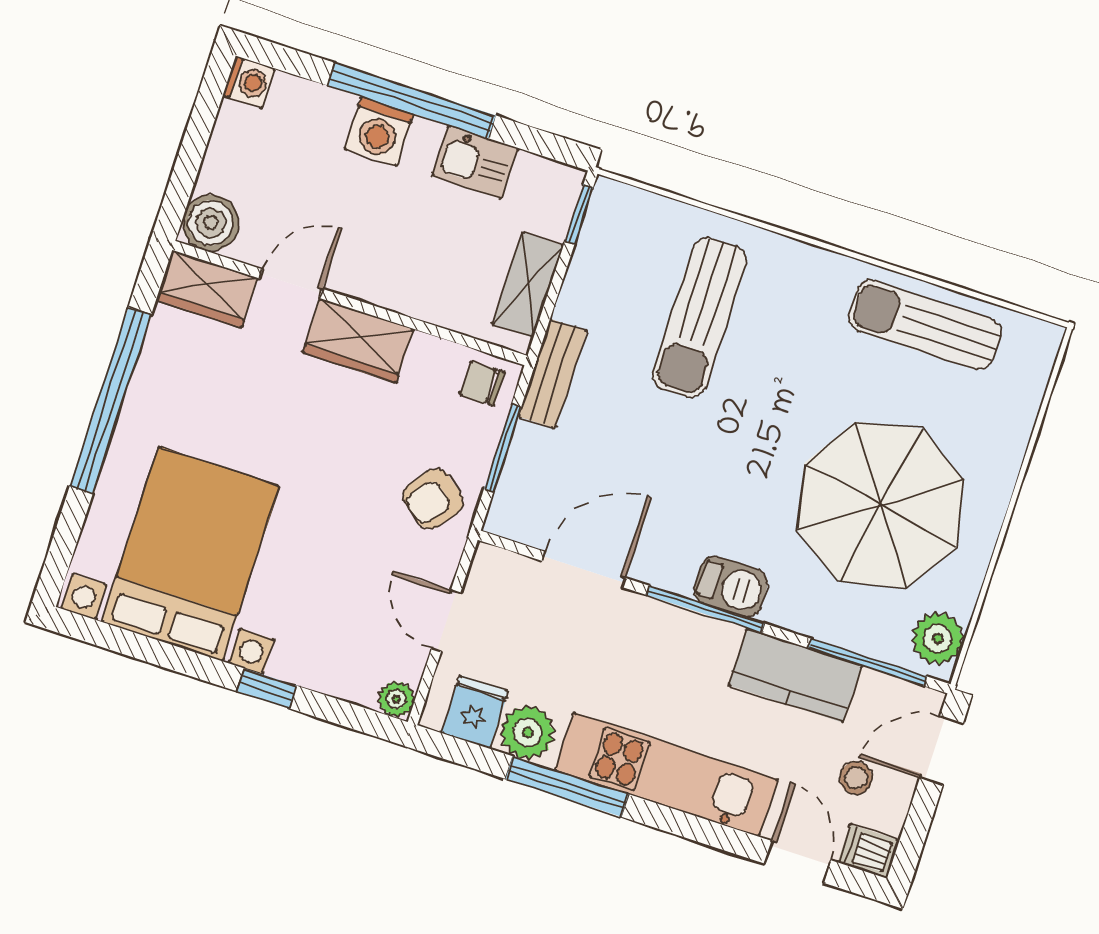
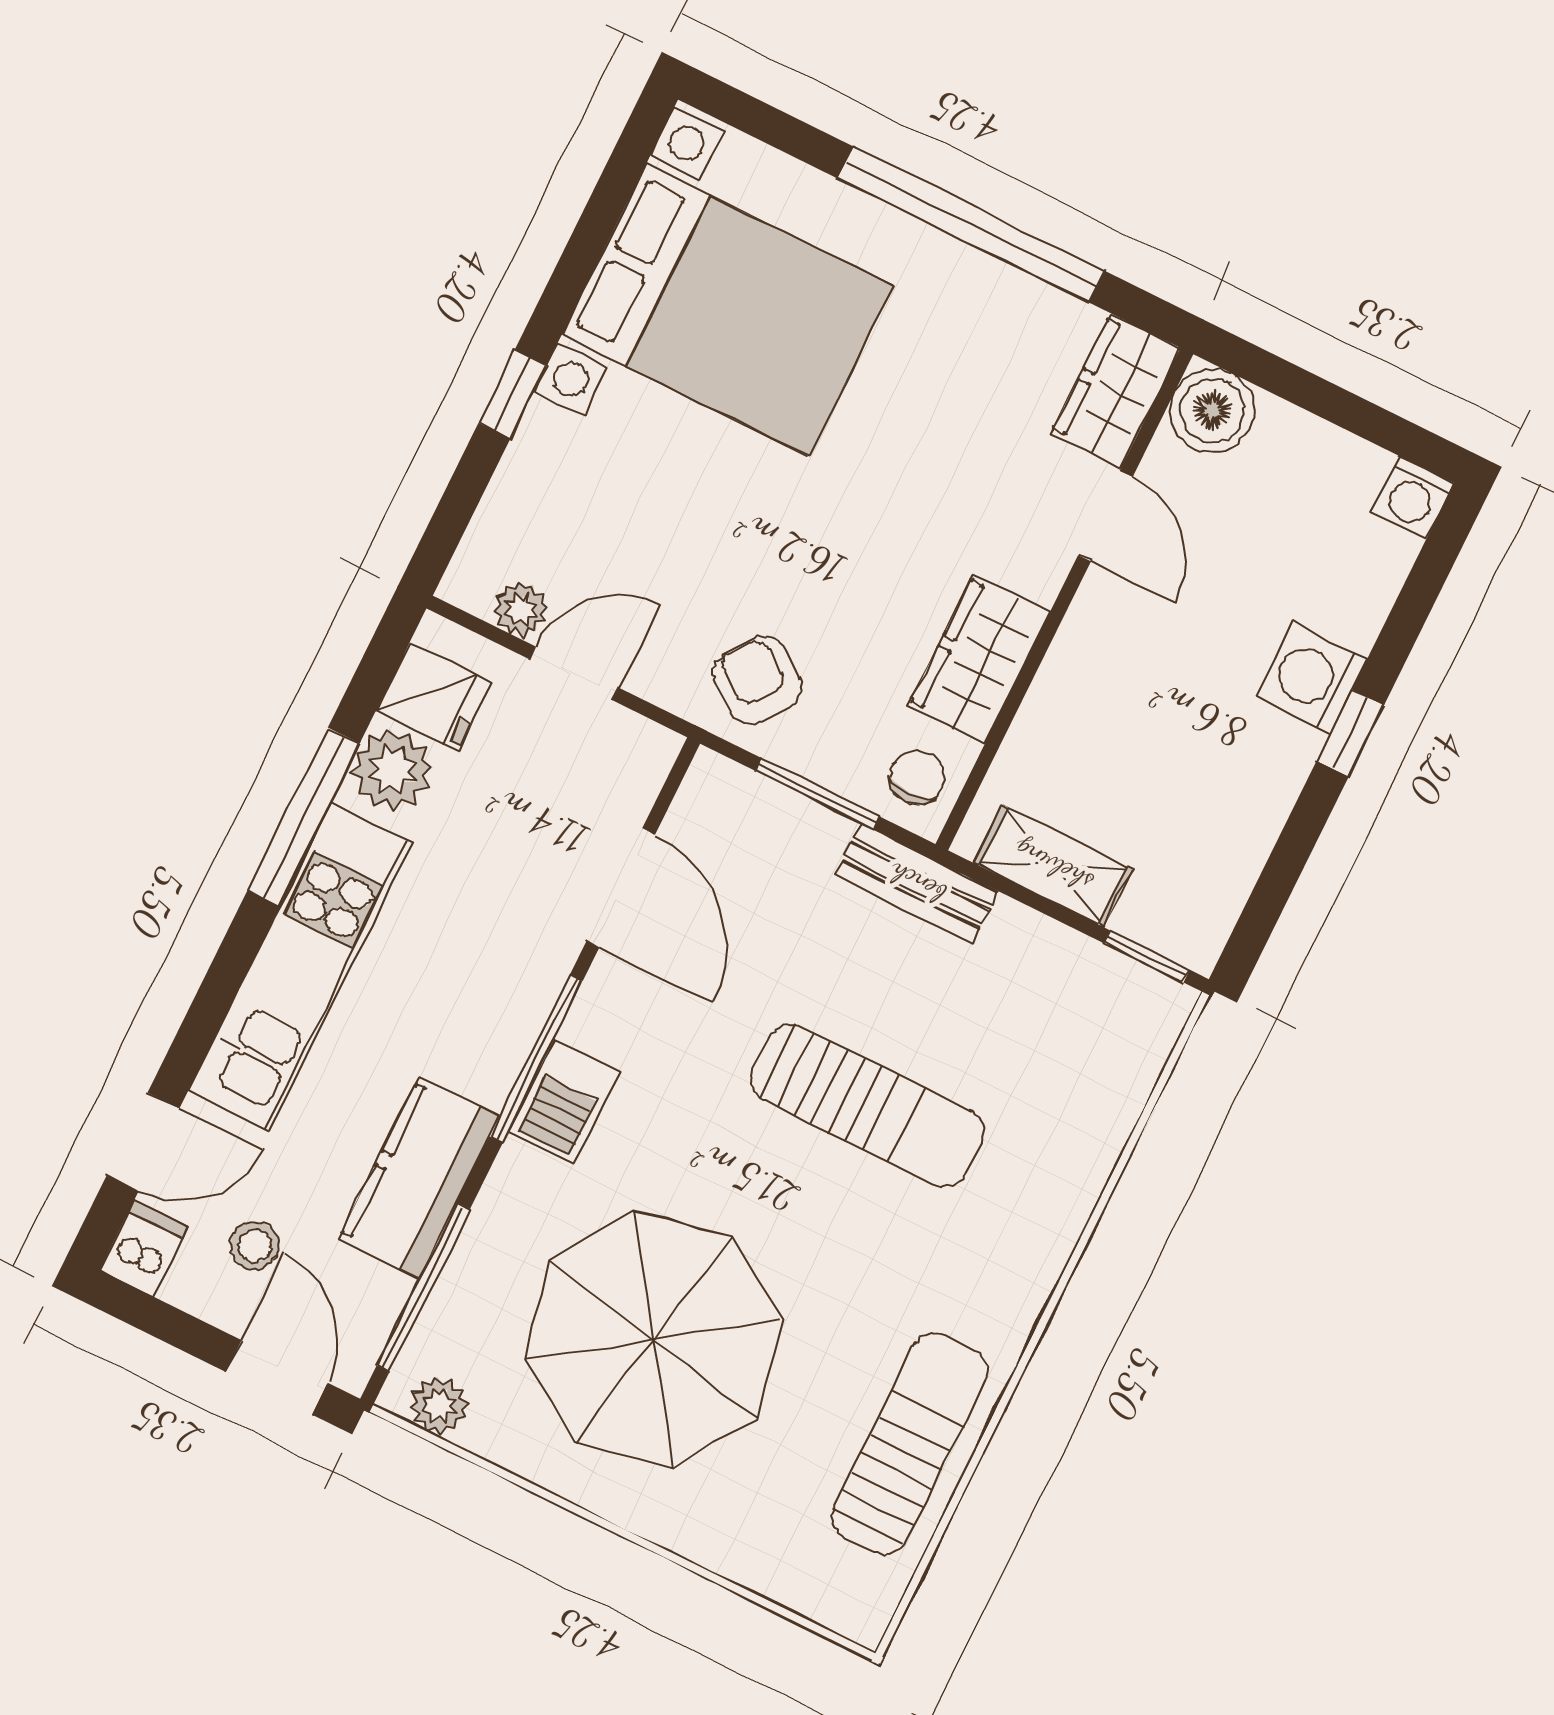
window: (411, 100) -> (1350, 733), width x0.32
kitchen sink: (475, 162) -> (1246, 814), removed
sun lounger: (699, 318) -> (867, 1106), moved, turned 180
wardrobe: (358, 341) -> (979, 659), moved
plant: (938, 638) -> (439, 1406), width x0.73, depth x0.73
plant: (396, 699) -> (521, 609), moved

